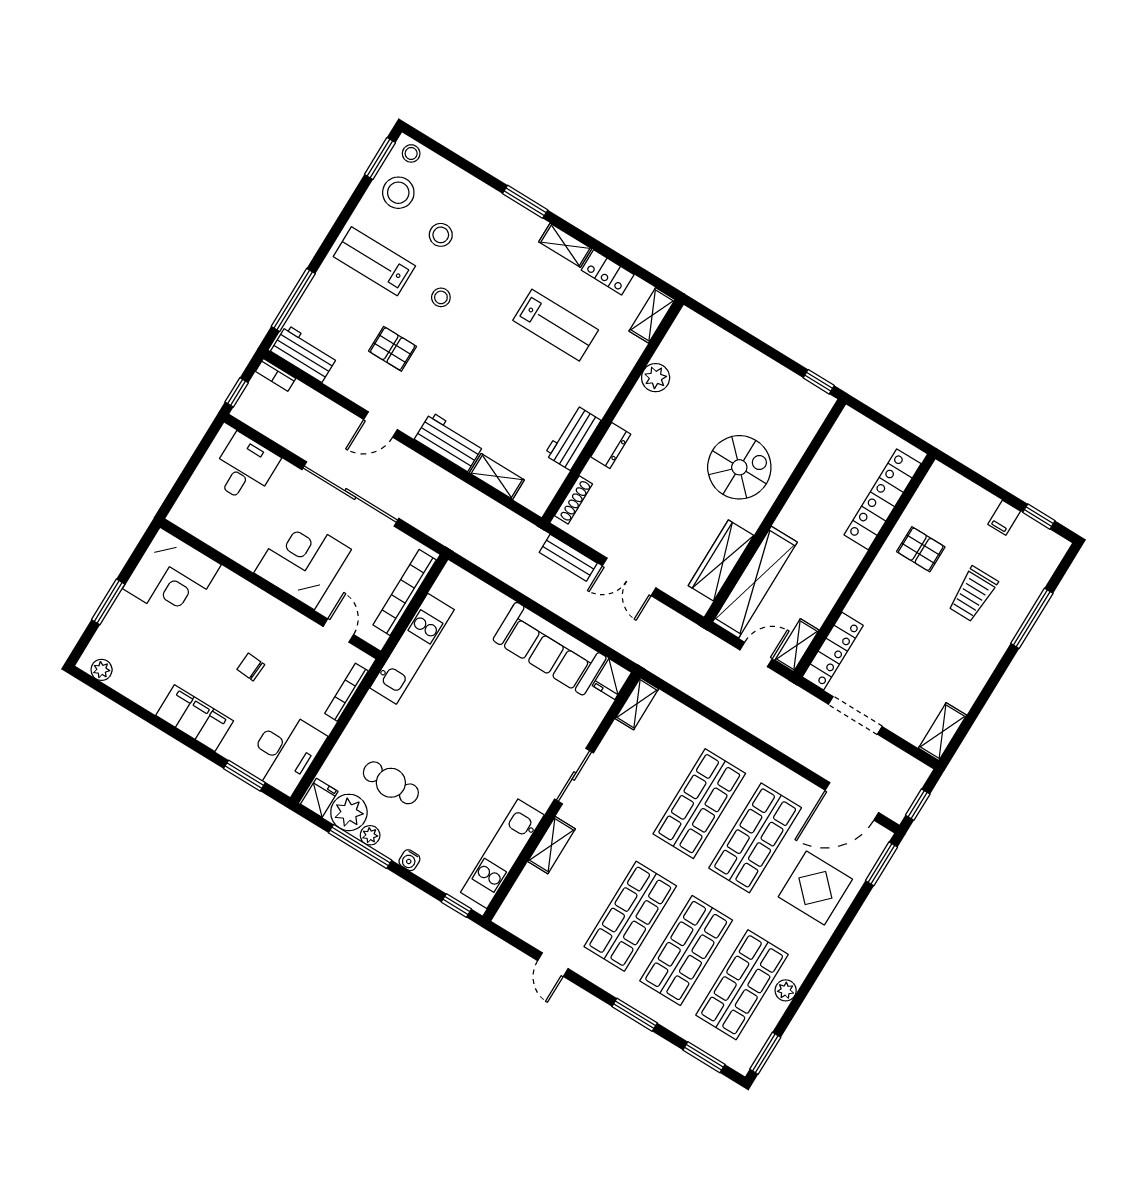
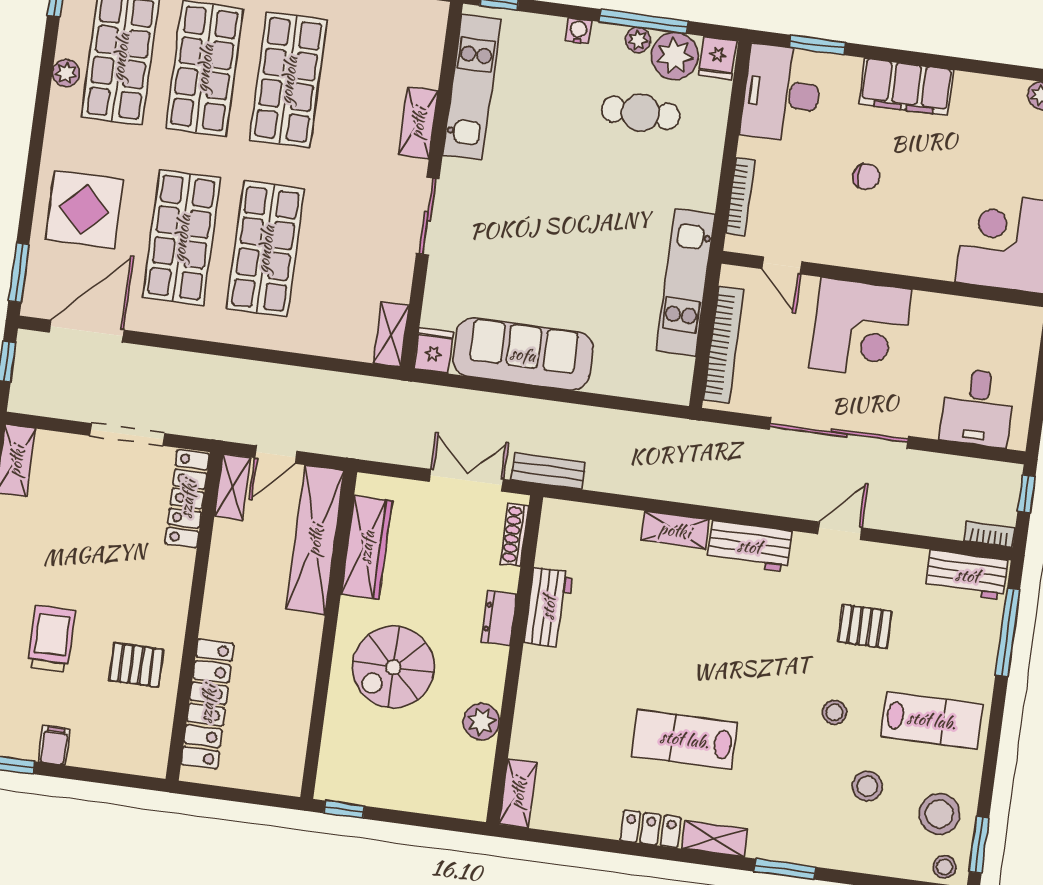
shelving: (652, 315) -> (518, 793), moved
plant: (656, 378) -> (481, 722), moved
wall: (613, 411) -> (515, 660), moved
workbench: (573, 438) -> (548, 608), moved
dresser: (611, 446) -> (499, 618), moved
shoe rack: (574, 500) -> (515, 535), moved

